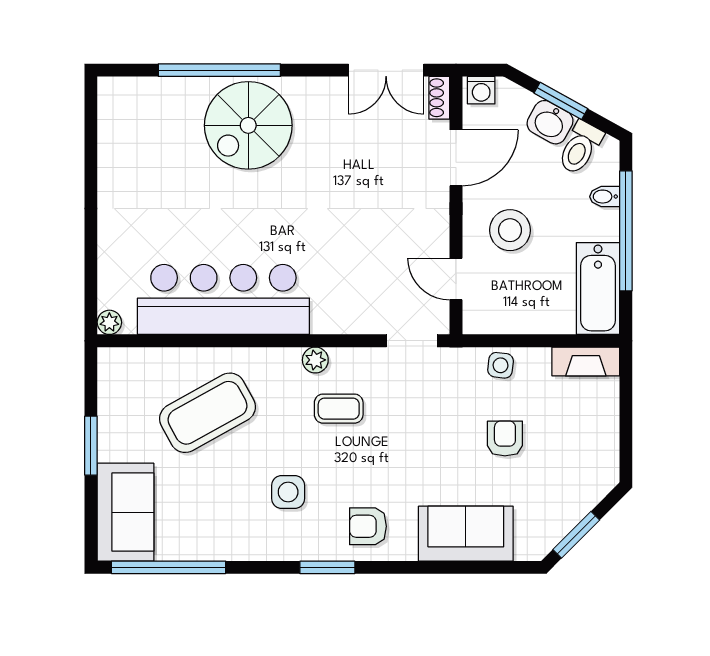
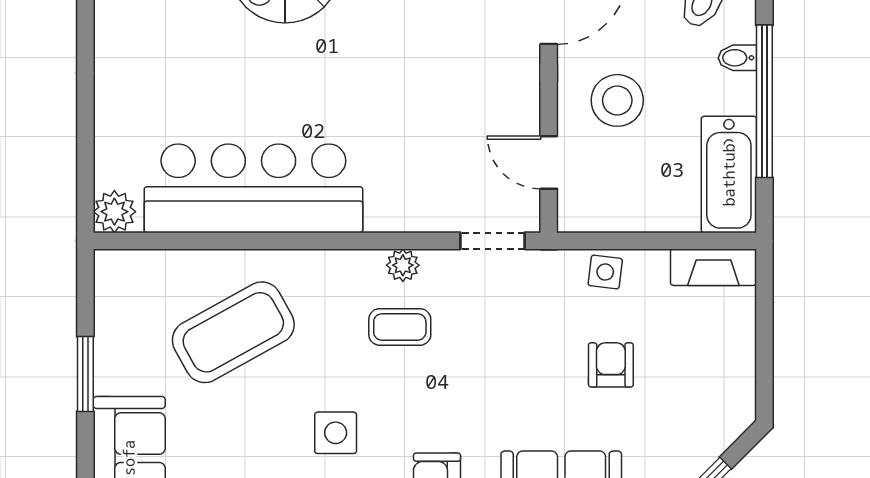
plant: (109, 322) -> (114, 212), width x1.38, depth x1.38
plant: (315, 360) -> (403, 265), moved

